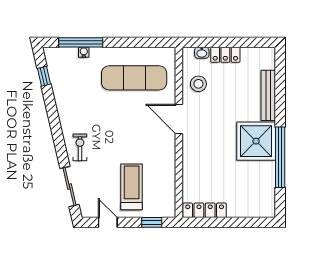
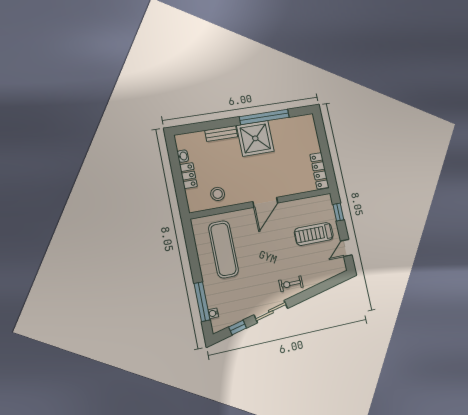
water cooler: (84, 52) -> (213, 313), moved
washbasin: (202, 53) -> (183, 156), moved
bench: (268, 95) -> (221, 133), width x0.73
door: (179, 119) -> (265, 202), moved
sliding door: (69, 187) -> (271, 312), moved

